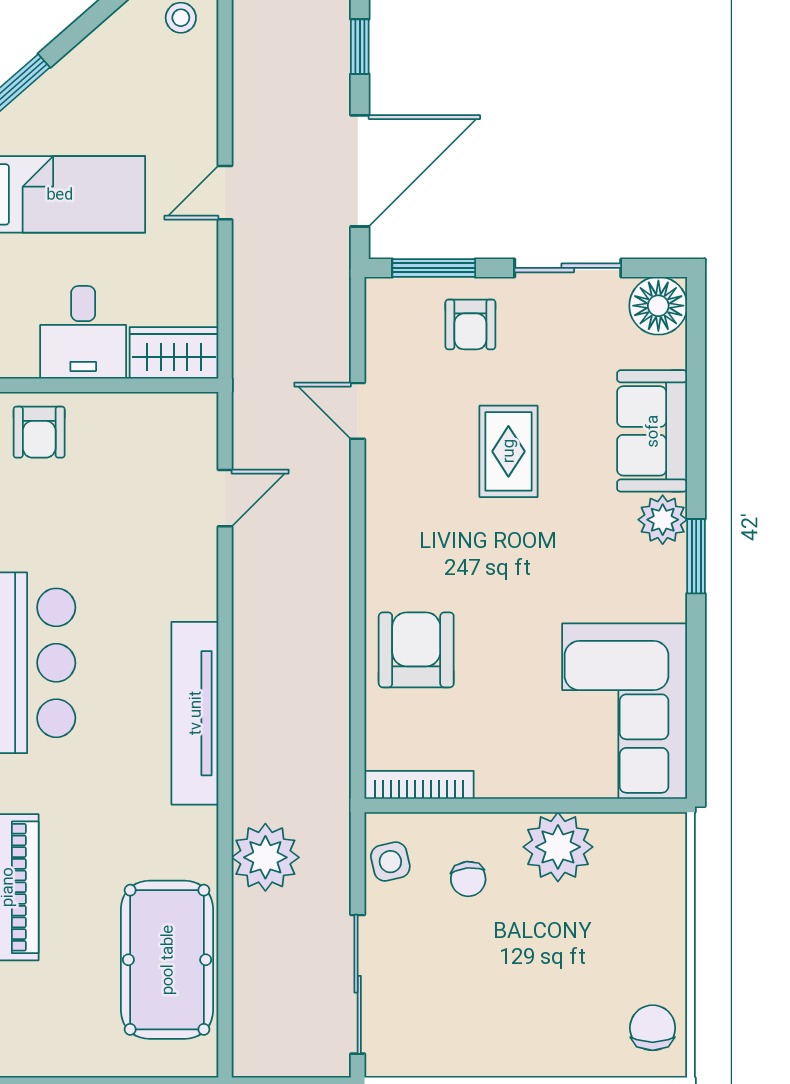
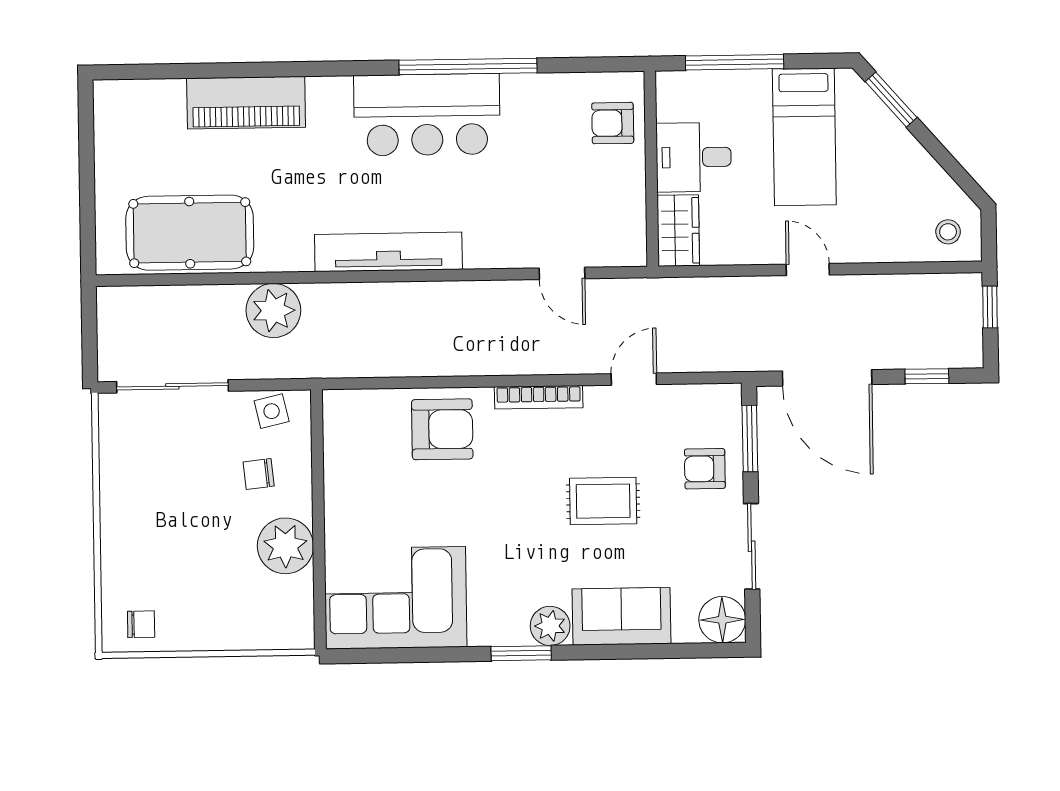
bookcase: (419, 785) -> (539, 397), moved, turned 90
chair: (653, 1028) -> (141, 624), width x0.73, depth x0.73

